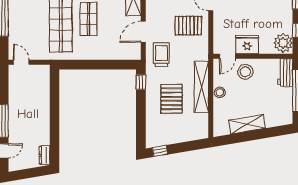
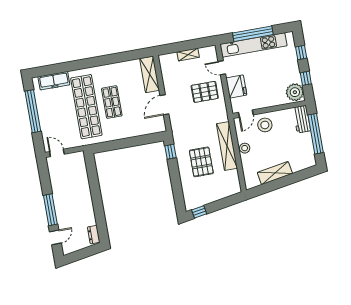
fridge: (247, 44) -> (236, 86), moved, turned 90
trolley: (161, 55) -> (185, 123), removed

